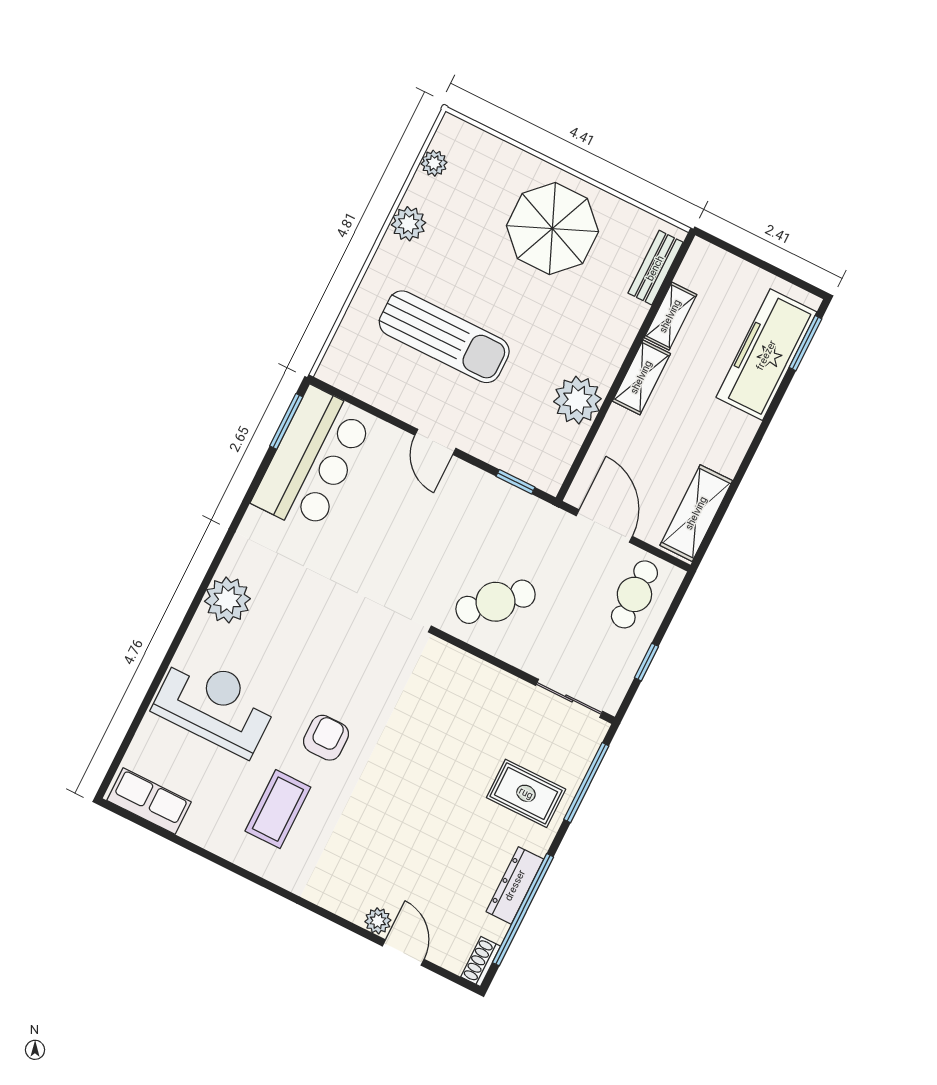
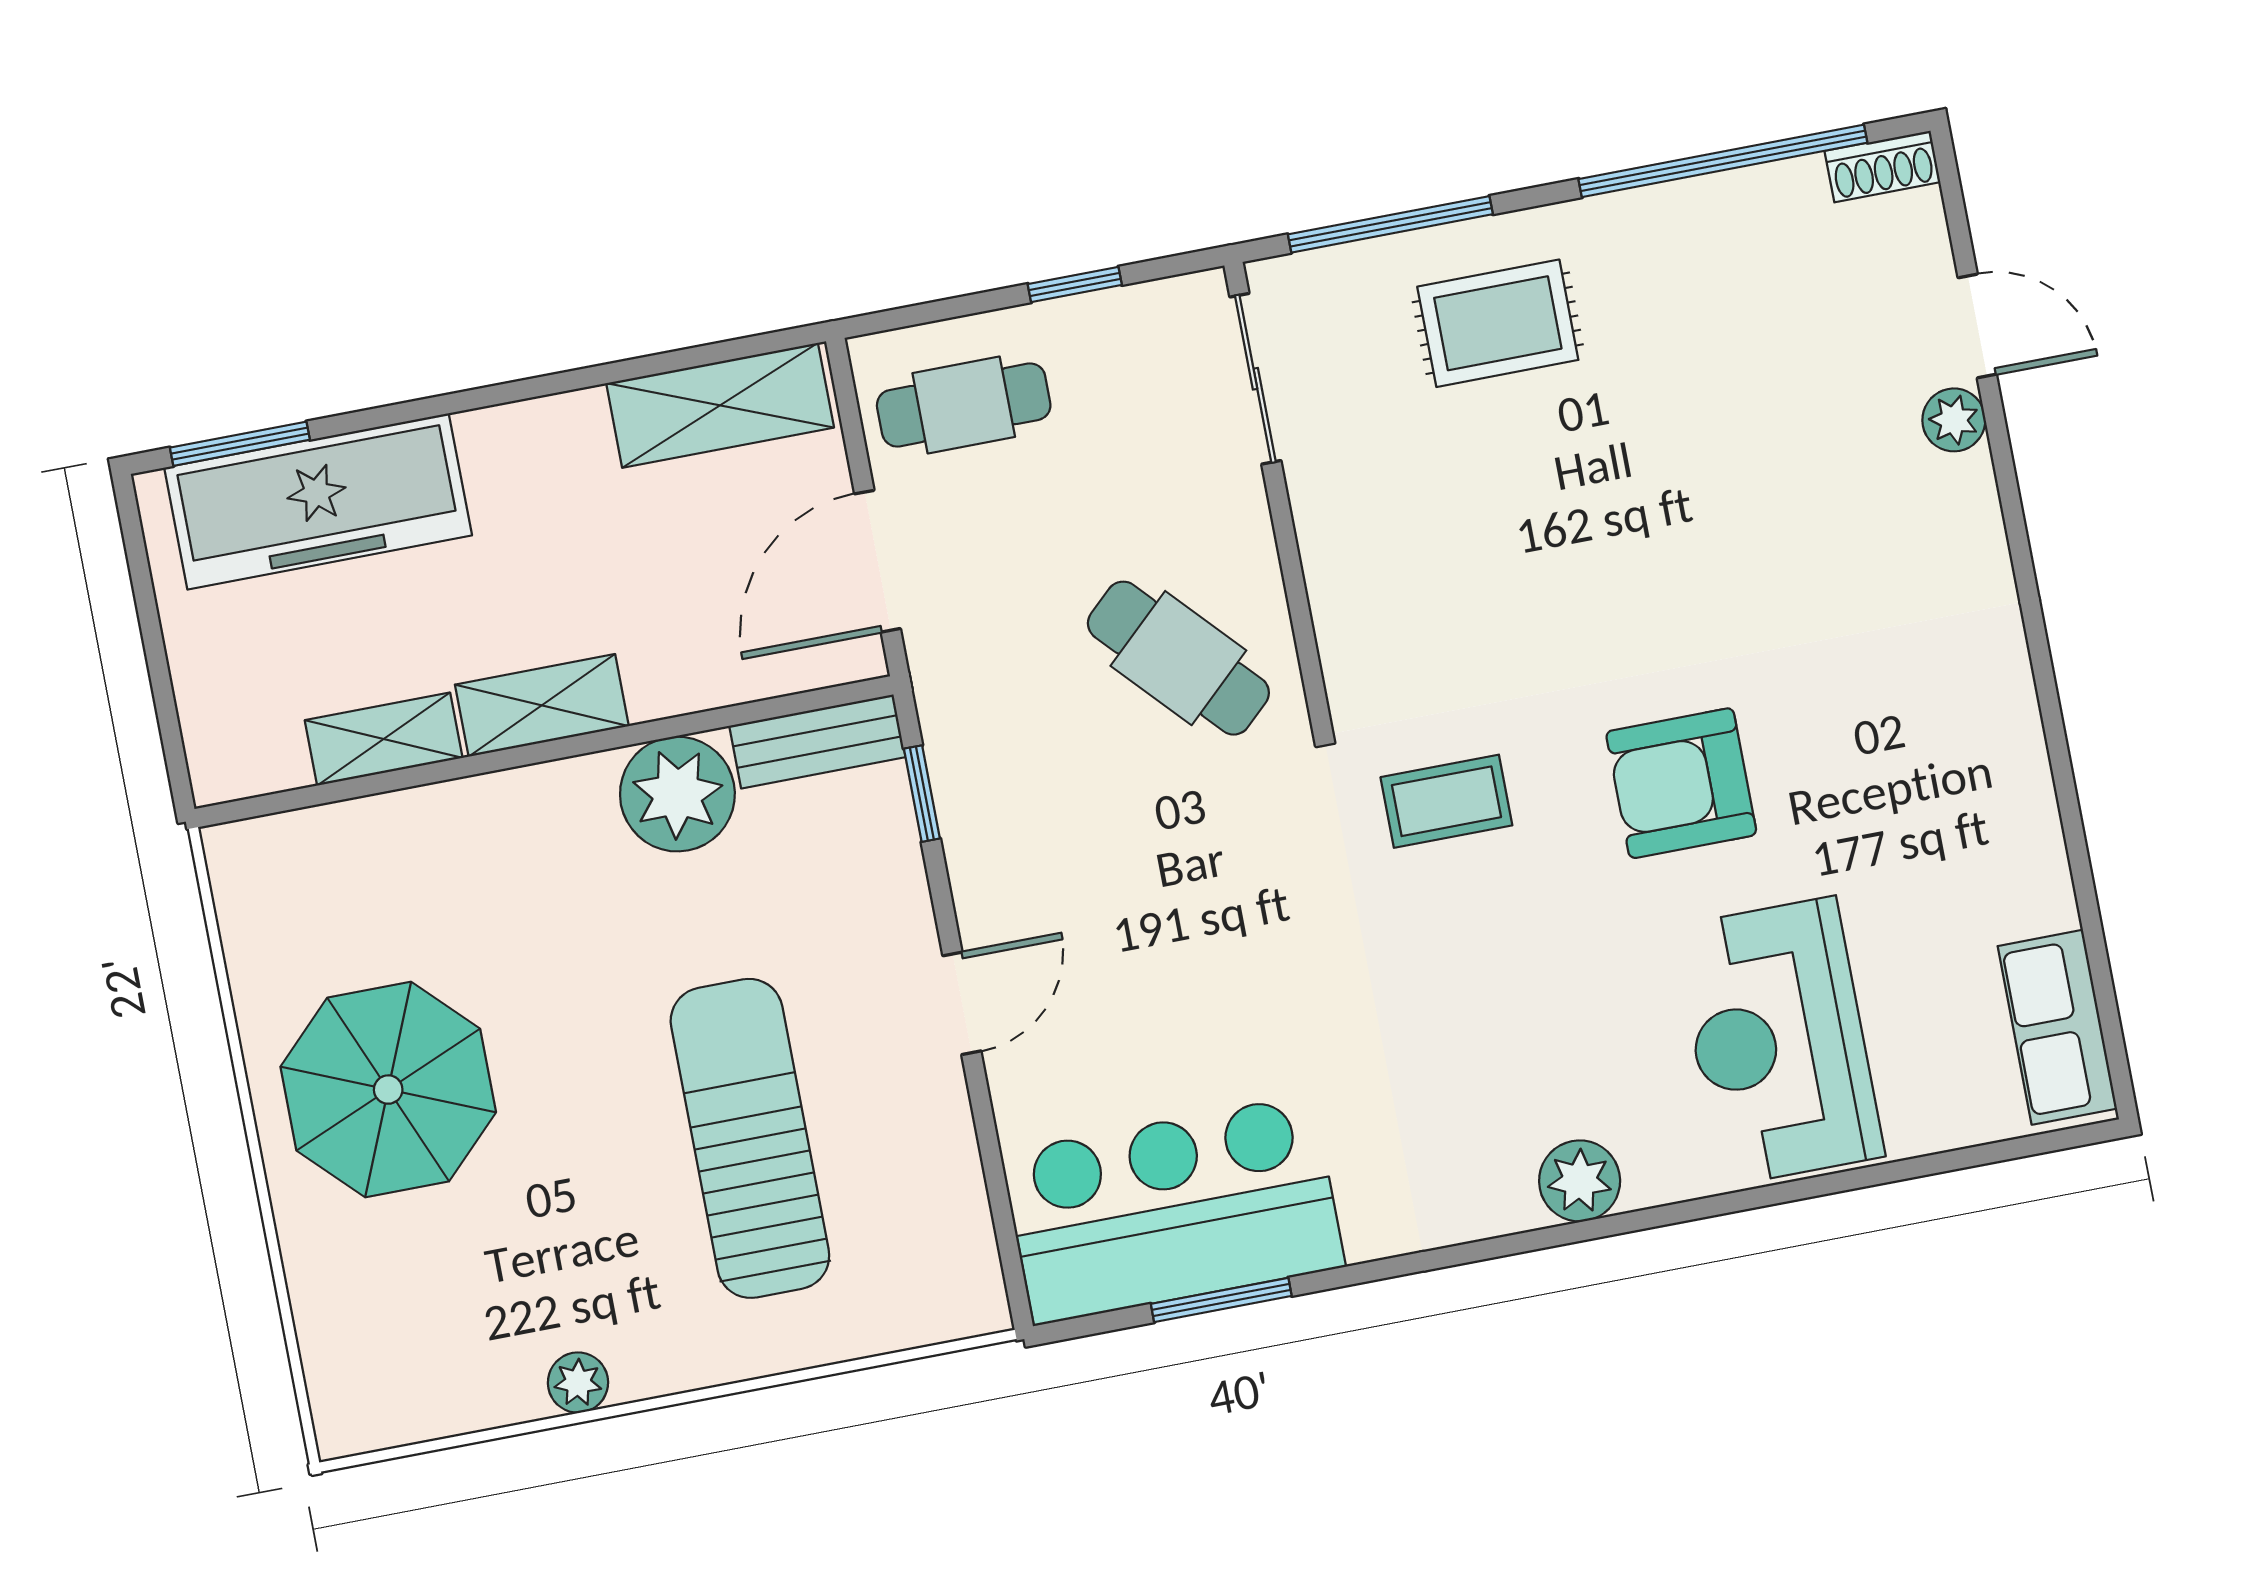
plant: (434, 163) -> (435, 1409), removed
plant: (409, 224) -> (578, 1383), width x0.73, depth x0.73
bench: (655, 268) -> (817, 741), moved
window: (286, 421) -> (1221, 1300), moved
plant: (227, 600) -> (1580, 1181), width x0.73, depth x0.73
armchair: (326, 738) -> (1681, 783), width x1.38, depth x1.38
rug: (526, 793) -> (1498, 323), turned 90
coffee table: (278, 809) -> (1446, 801), moved, width x0.73, depth x0.77
dresser: (515, 885) -> (1688, 211), removed
door: (403, 953) -> (1977, 326), swing flipped

